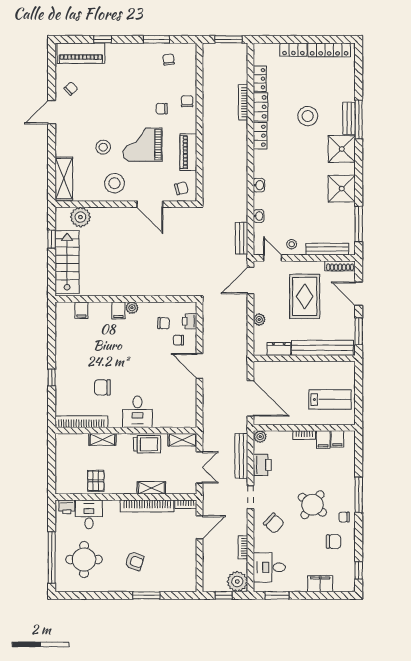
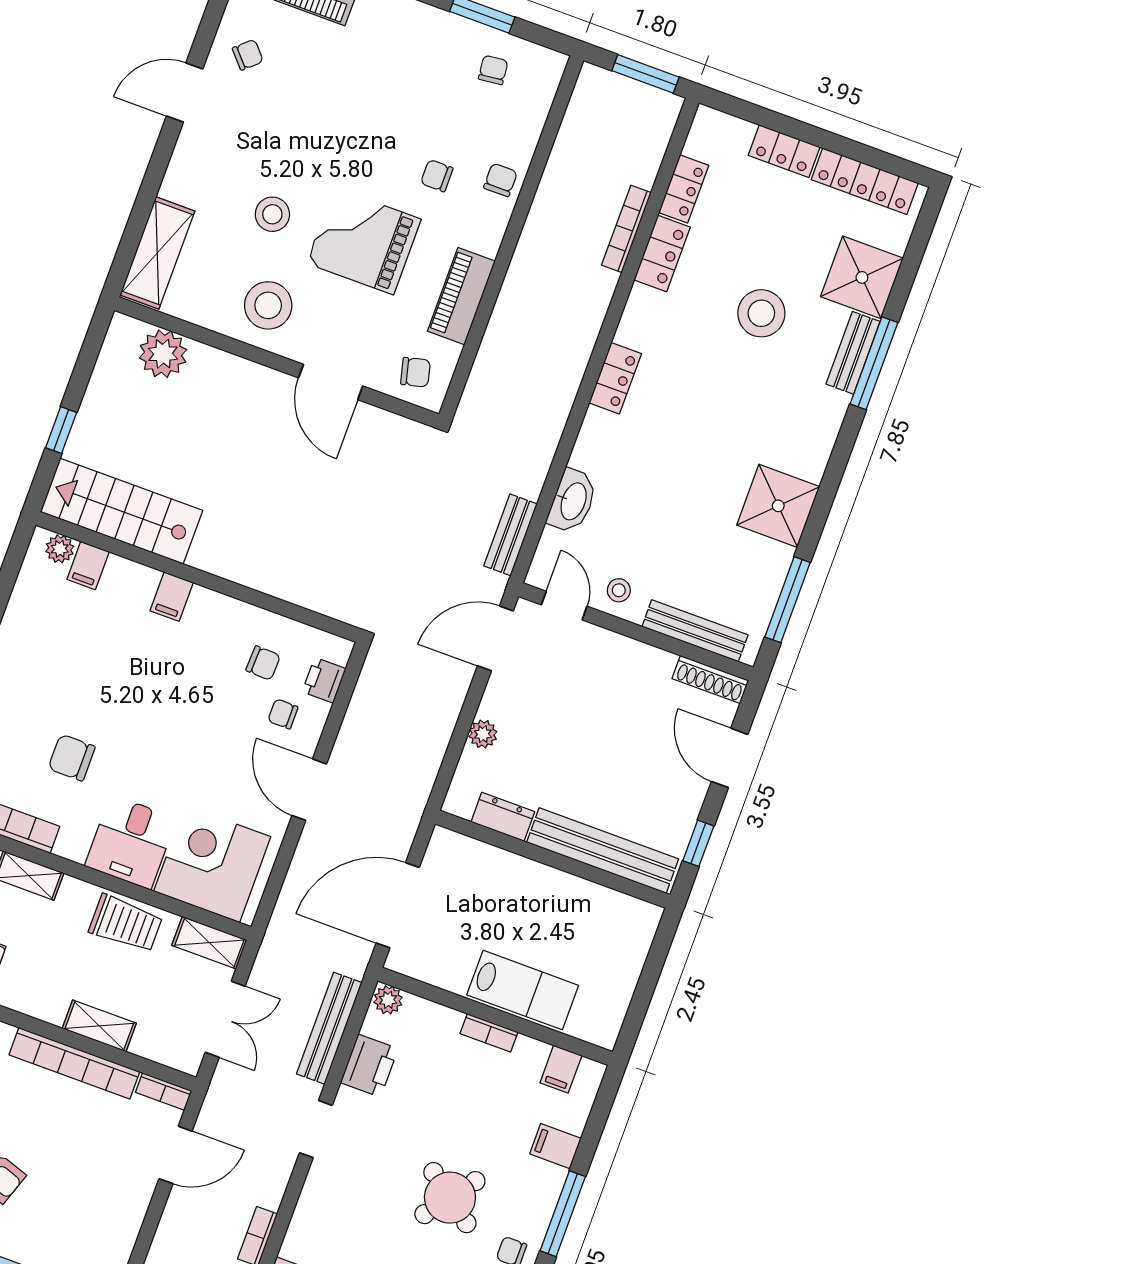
locker: (260, 136) -> (615, 378), moved
shower: (342, 149) -> (862, 277), moved
washbasin: (259, 185) -> (594, 429), removed
washbasin: (259, 216) -> (573, 501), width x1.91, depth x1.45
window: (52, 239) -> (61, 430), moved
stairs: (67, 262) -> (122, 511), moved, turned -90
rug: (305, 296) -> (605, 719), removed
plant: (132, 308) -> (60, 549), moved
window: (359, 331) -> (698, 843), width x0.67
door: (250, 398) -> (398, 905), swing flipped
lab bench: (330, 399) -> (523, 990), moved
corner desk: (172, 409) -> (212, 864), added
filing cabinet: (323, 439) -> (555, 1146), moved, turned 90
chair: (274, 523) -> (347, 1207), removed

